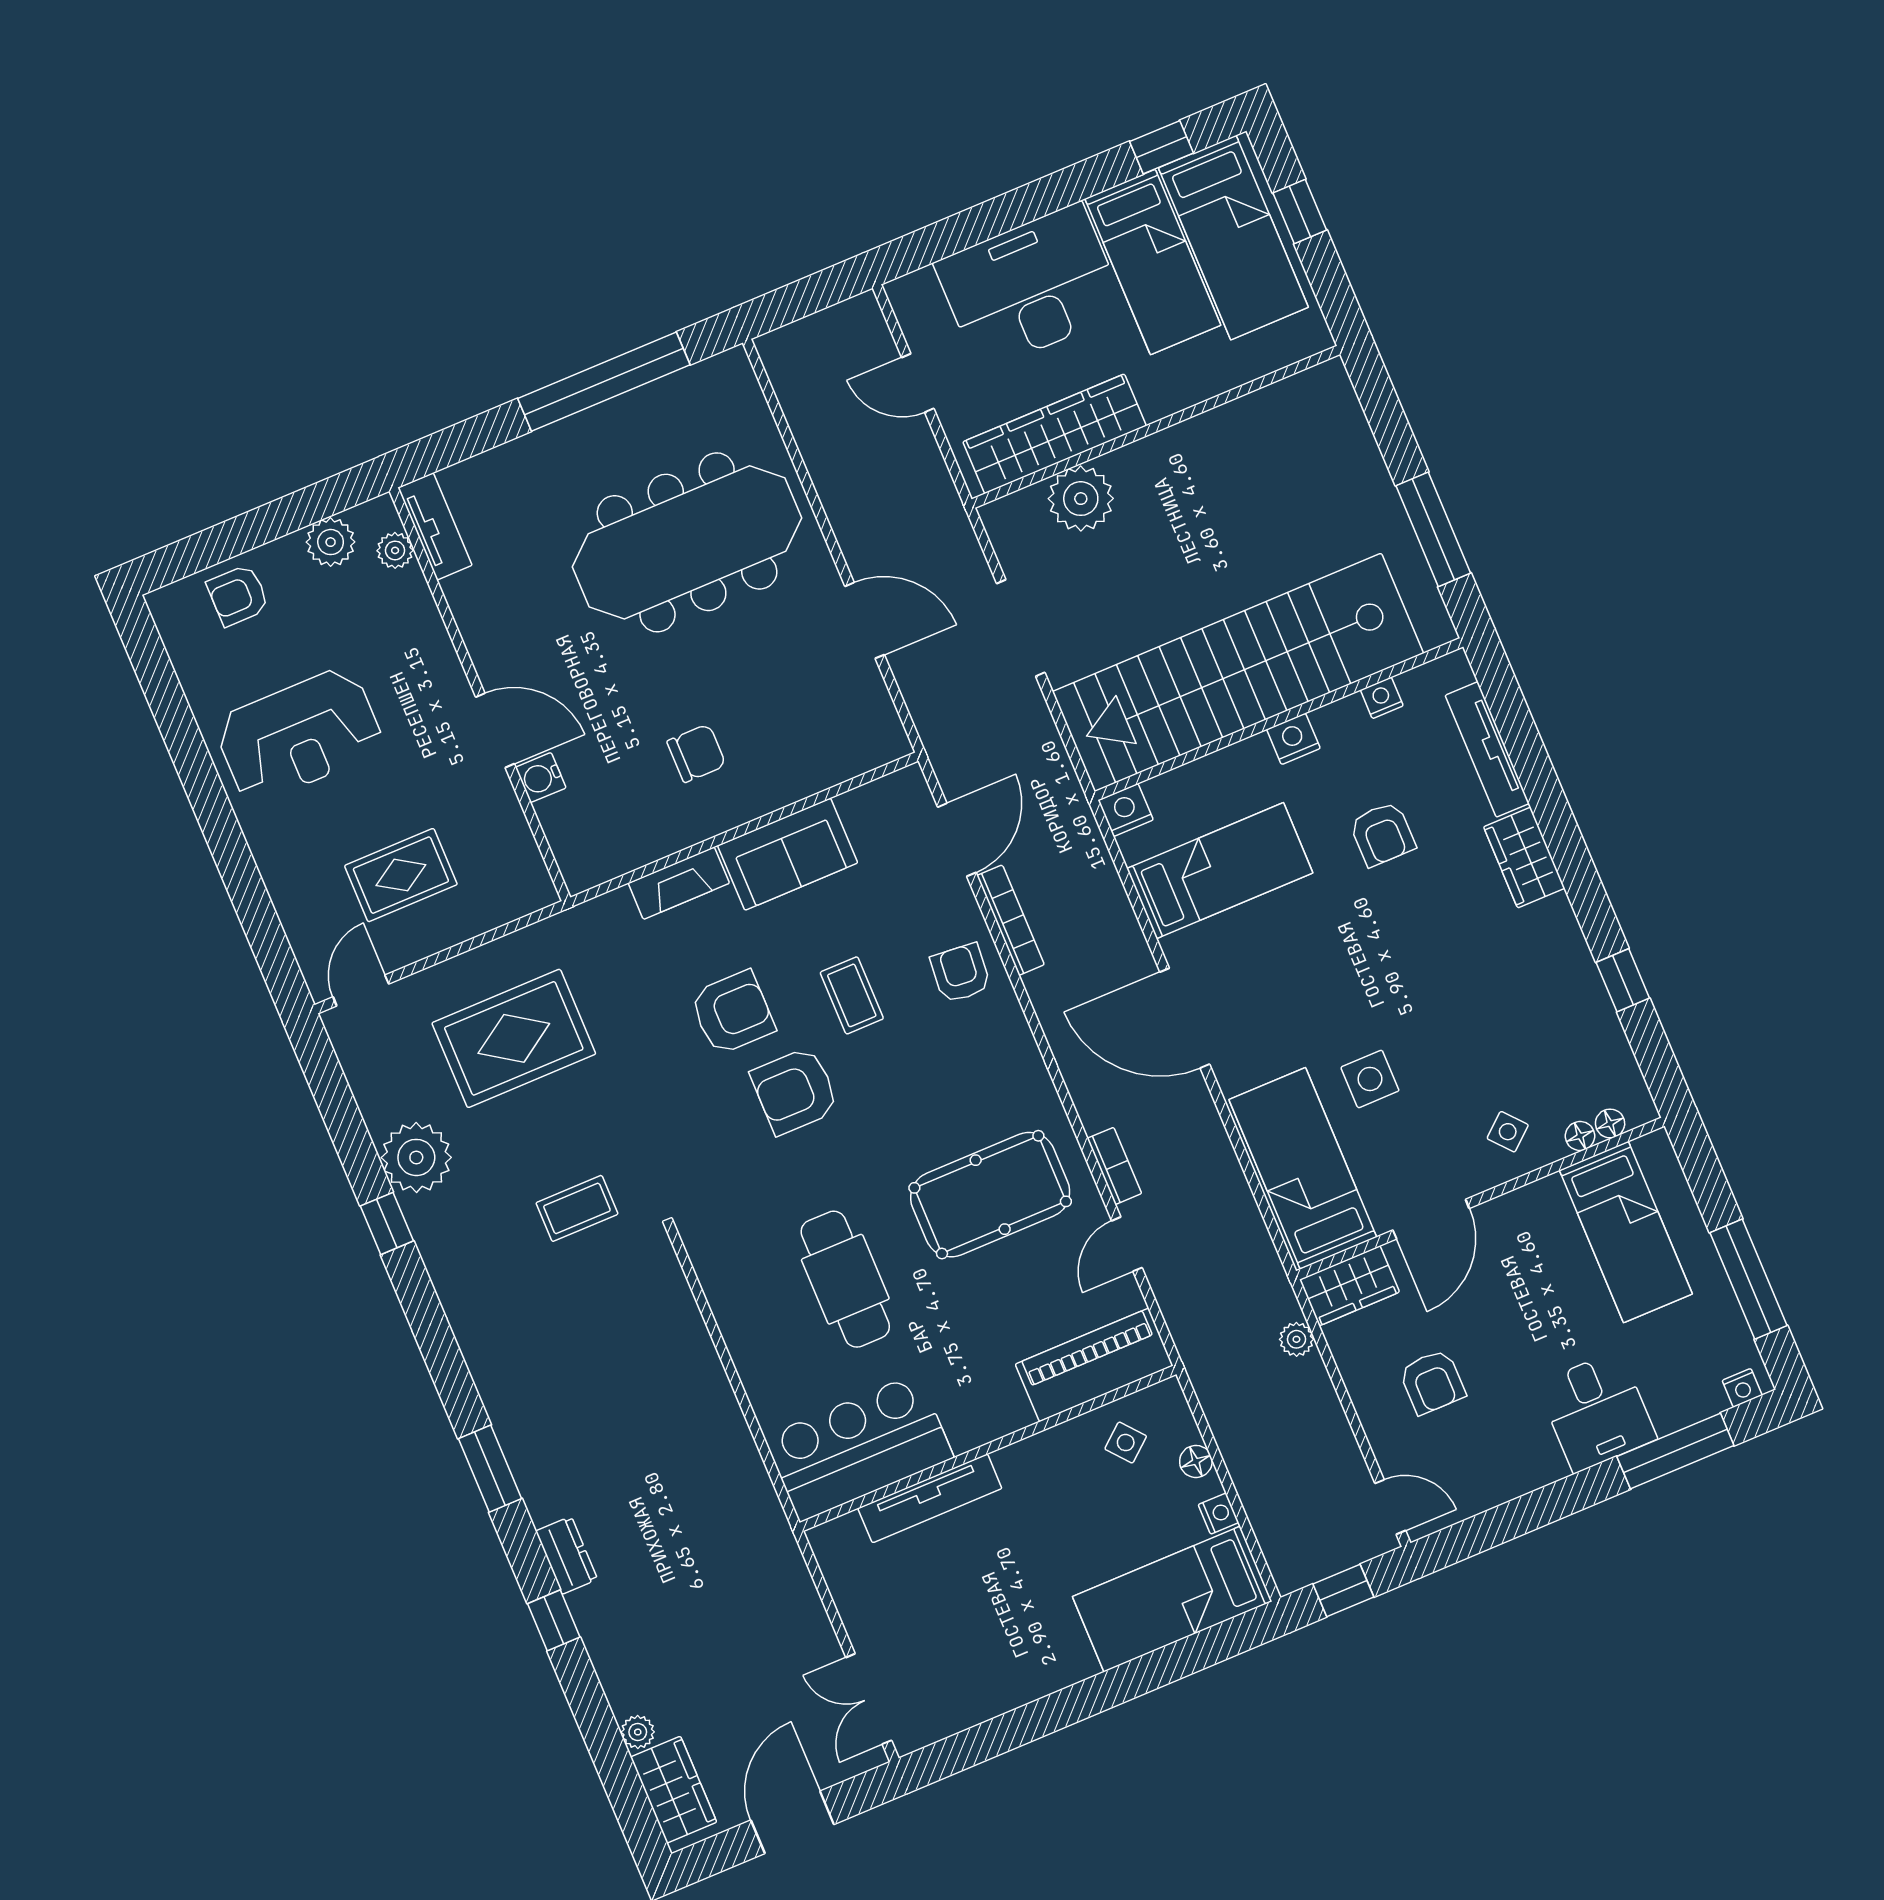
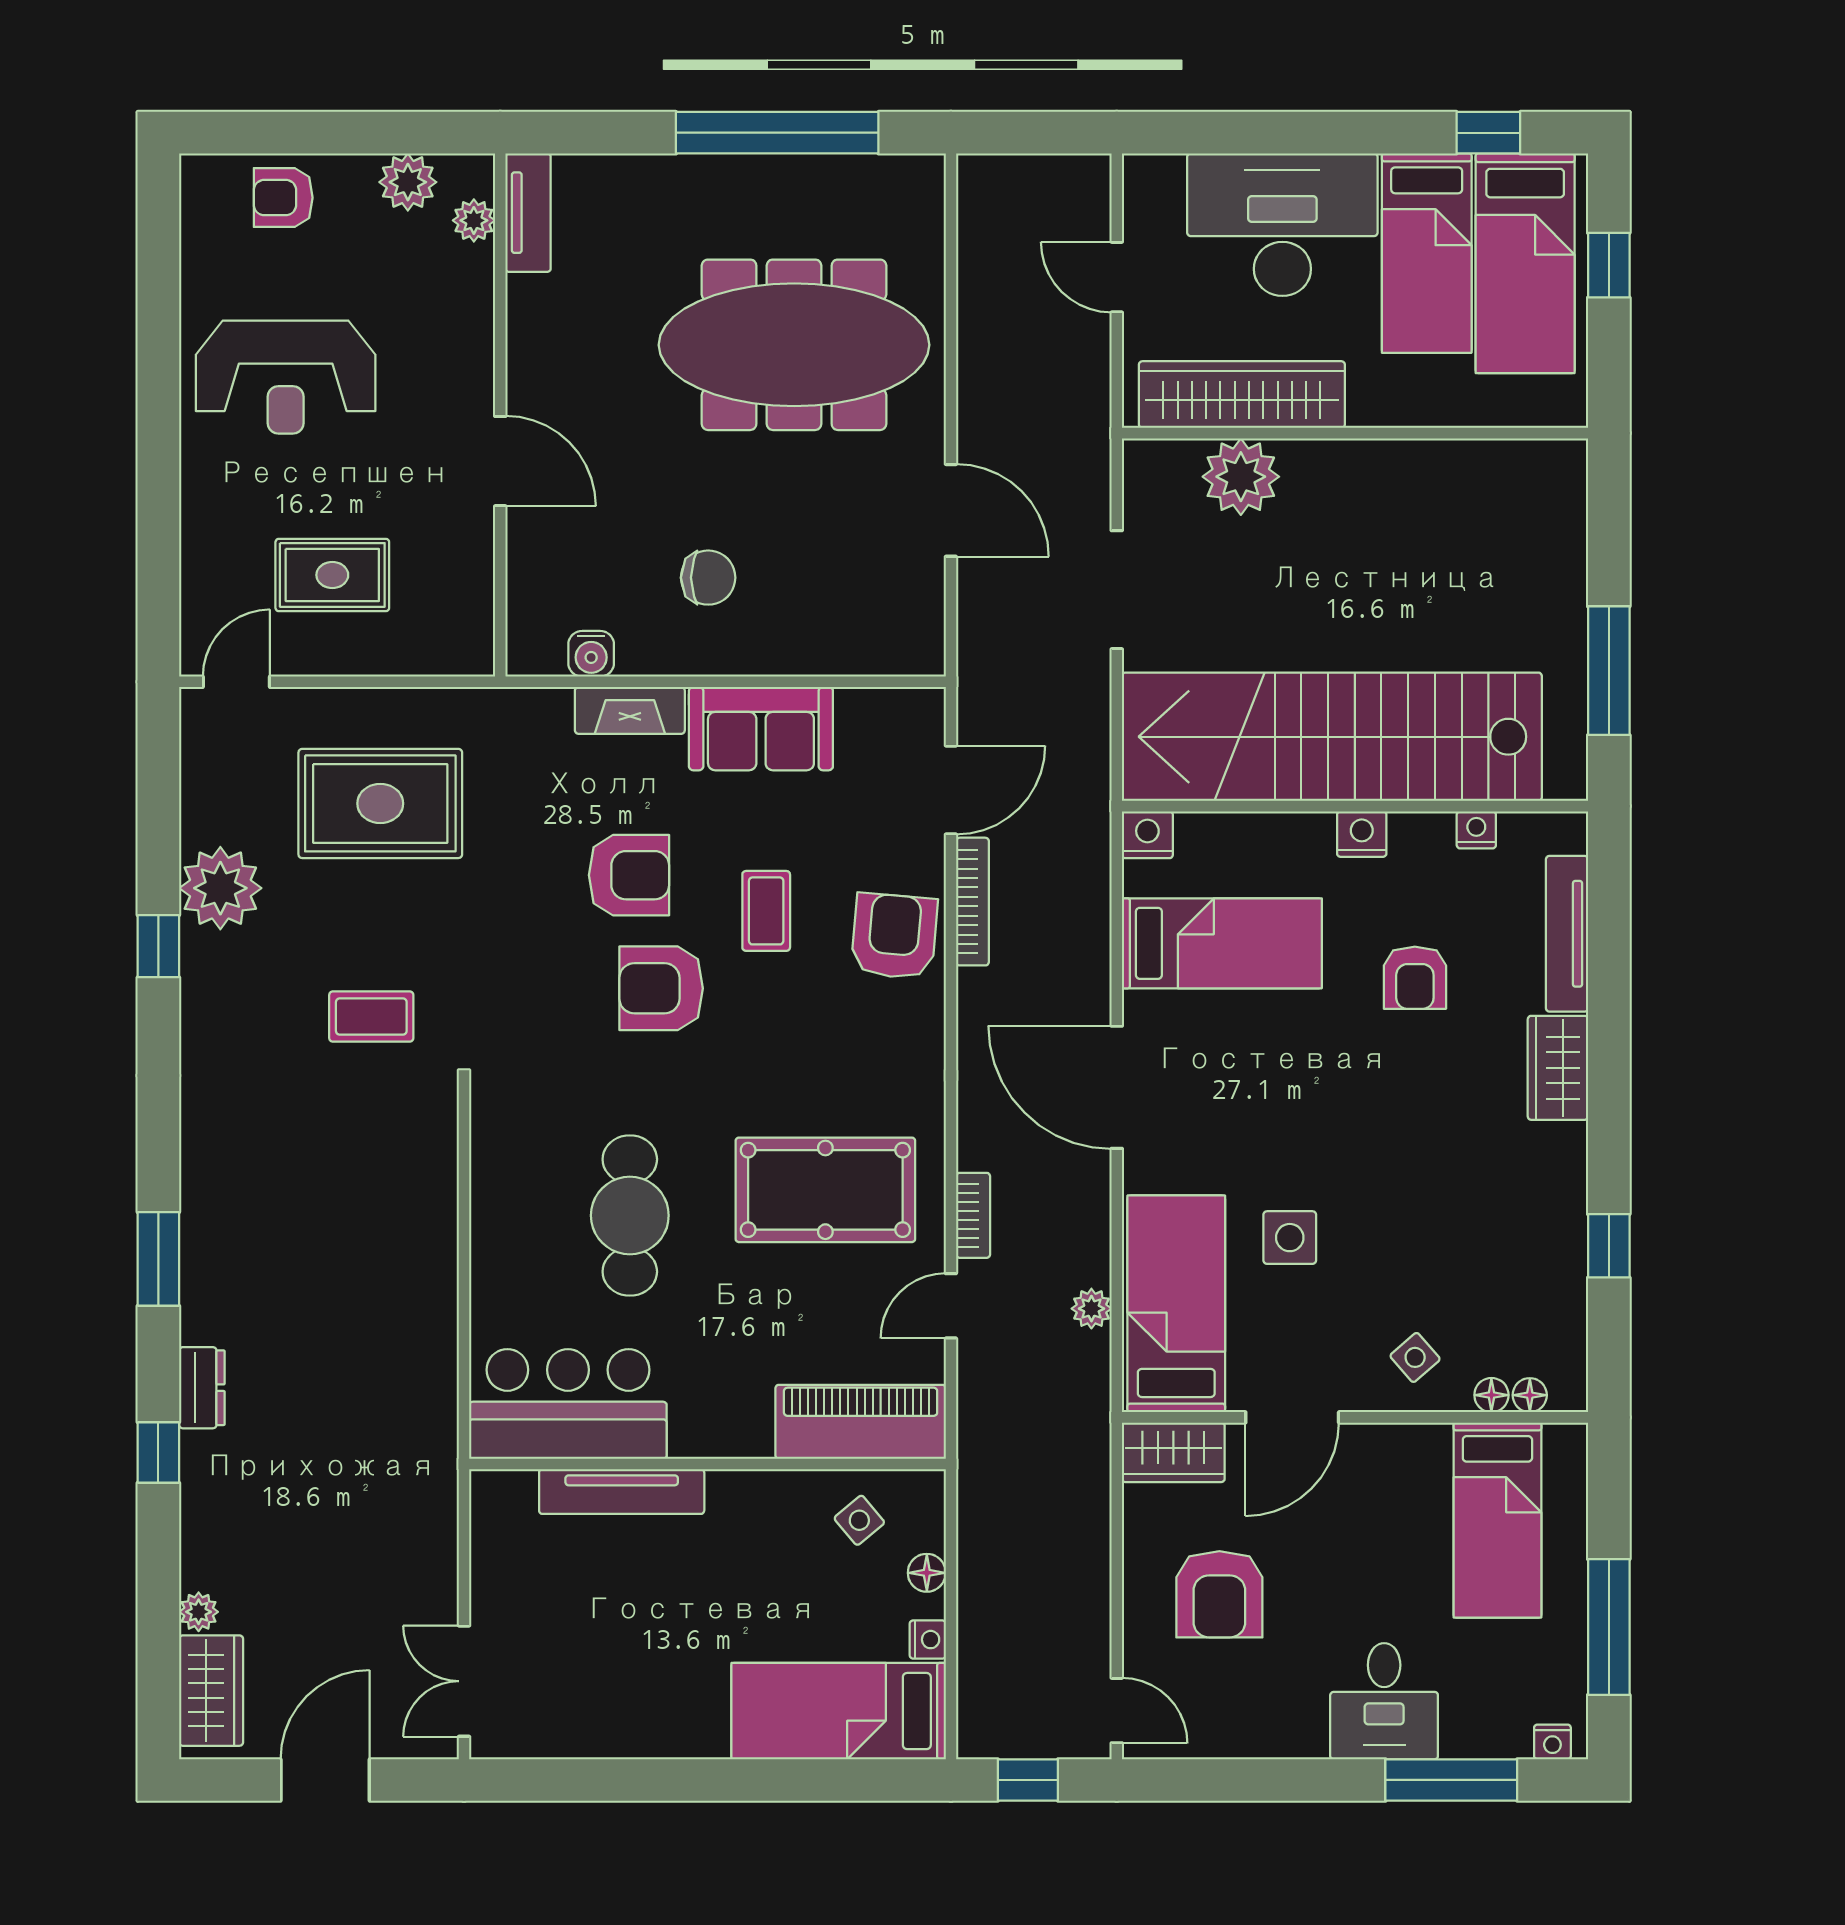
water cooler: (541, 778) -> (591, 654), moved, turned -90
armchair: (961, 973) -> (894, 936), width x1.38, depth x1.38
plant: (1296, 1339) -> (1091, 1309), moved
armchair: (1432, 1382) -> (1219, 1594), width x1.38, depth x1.38

